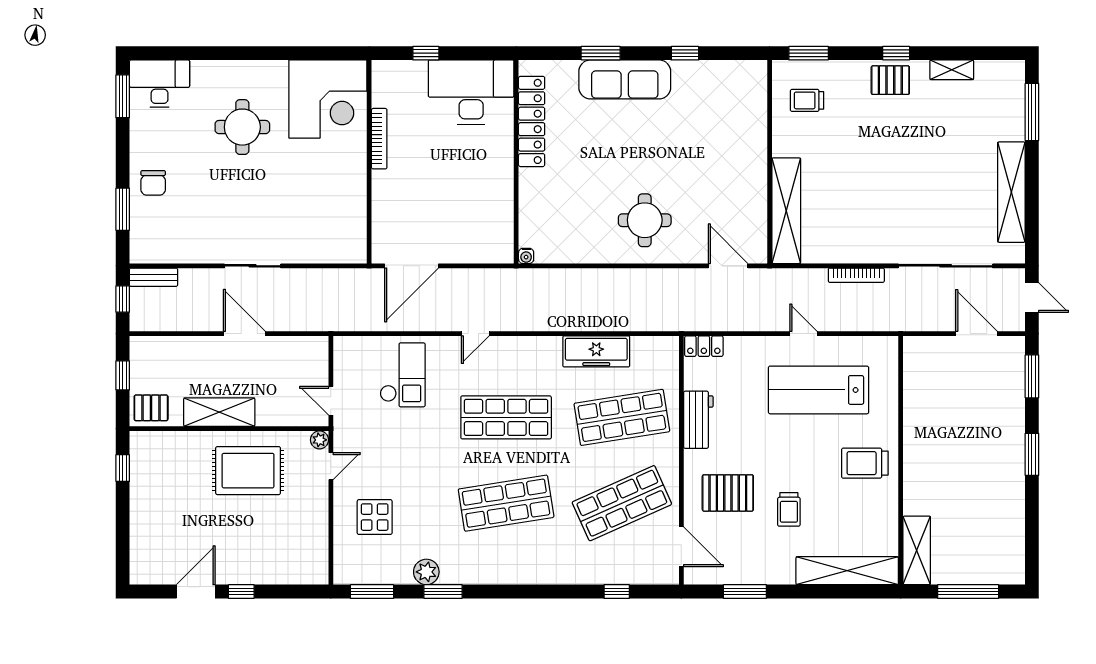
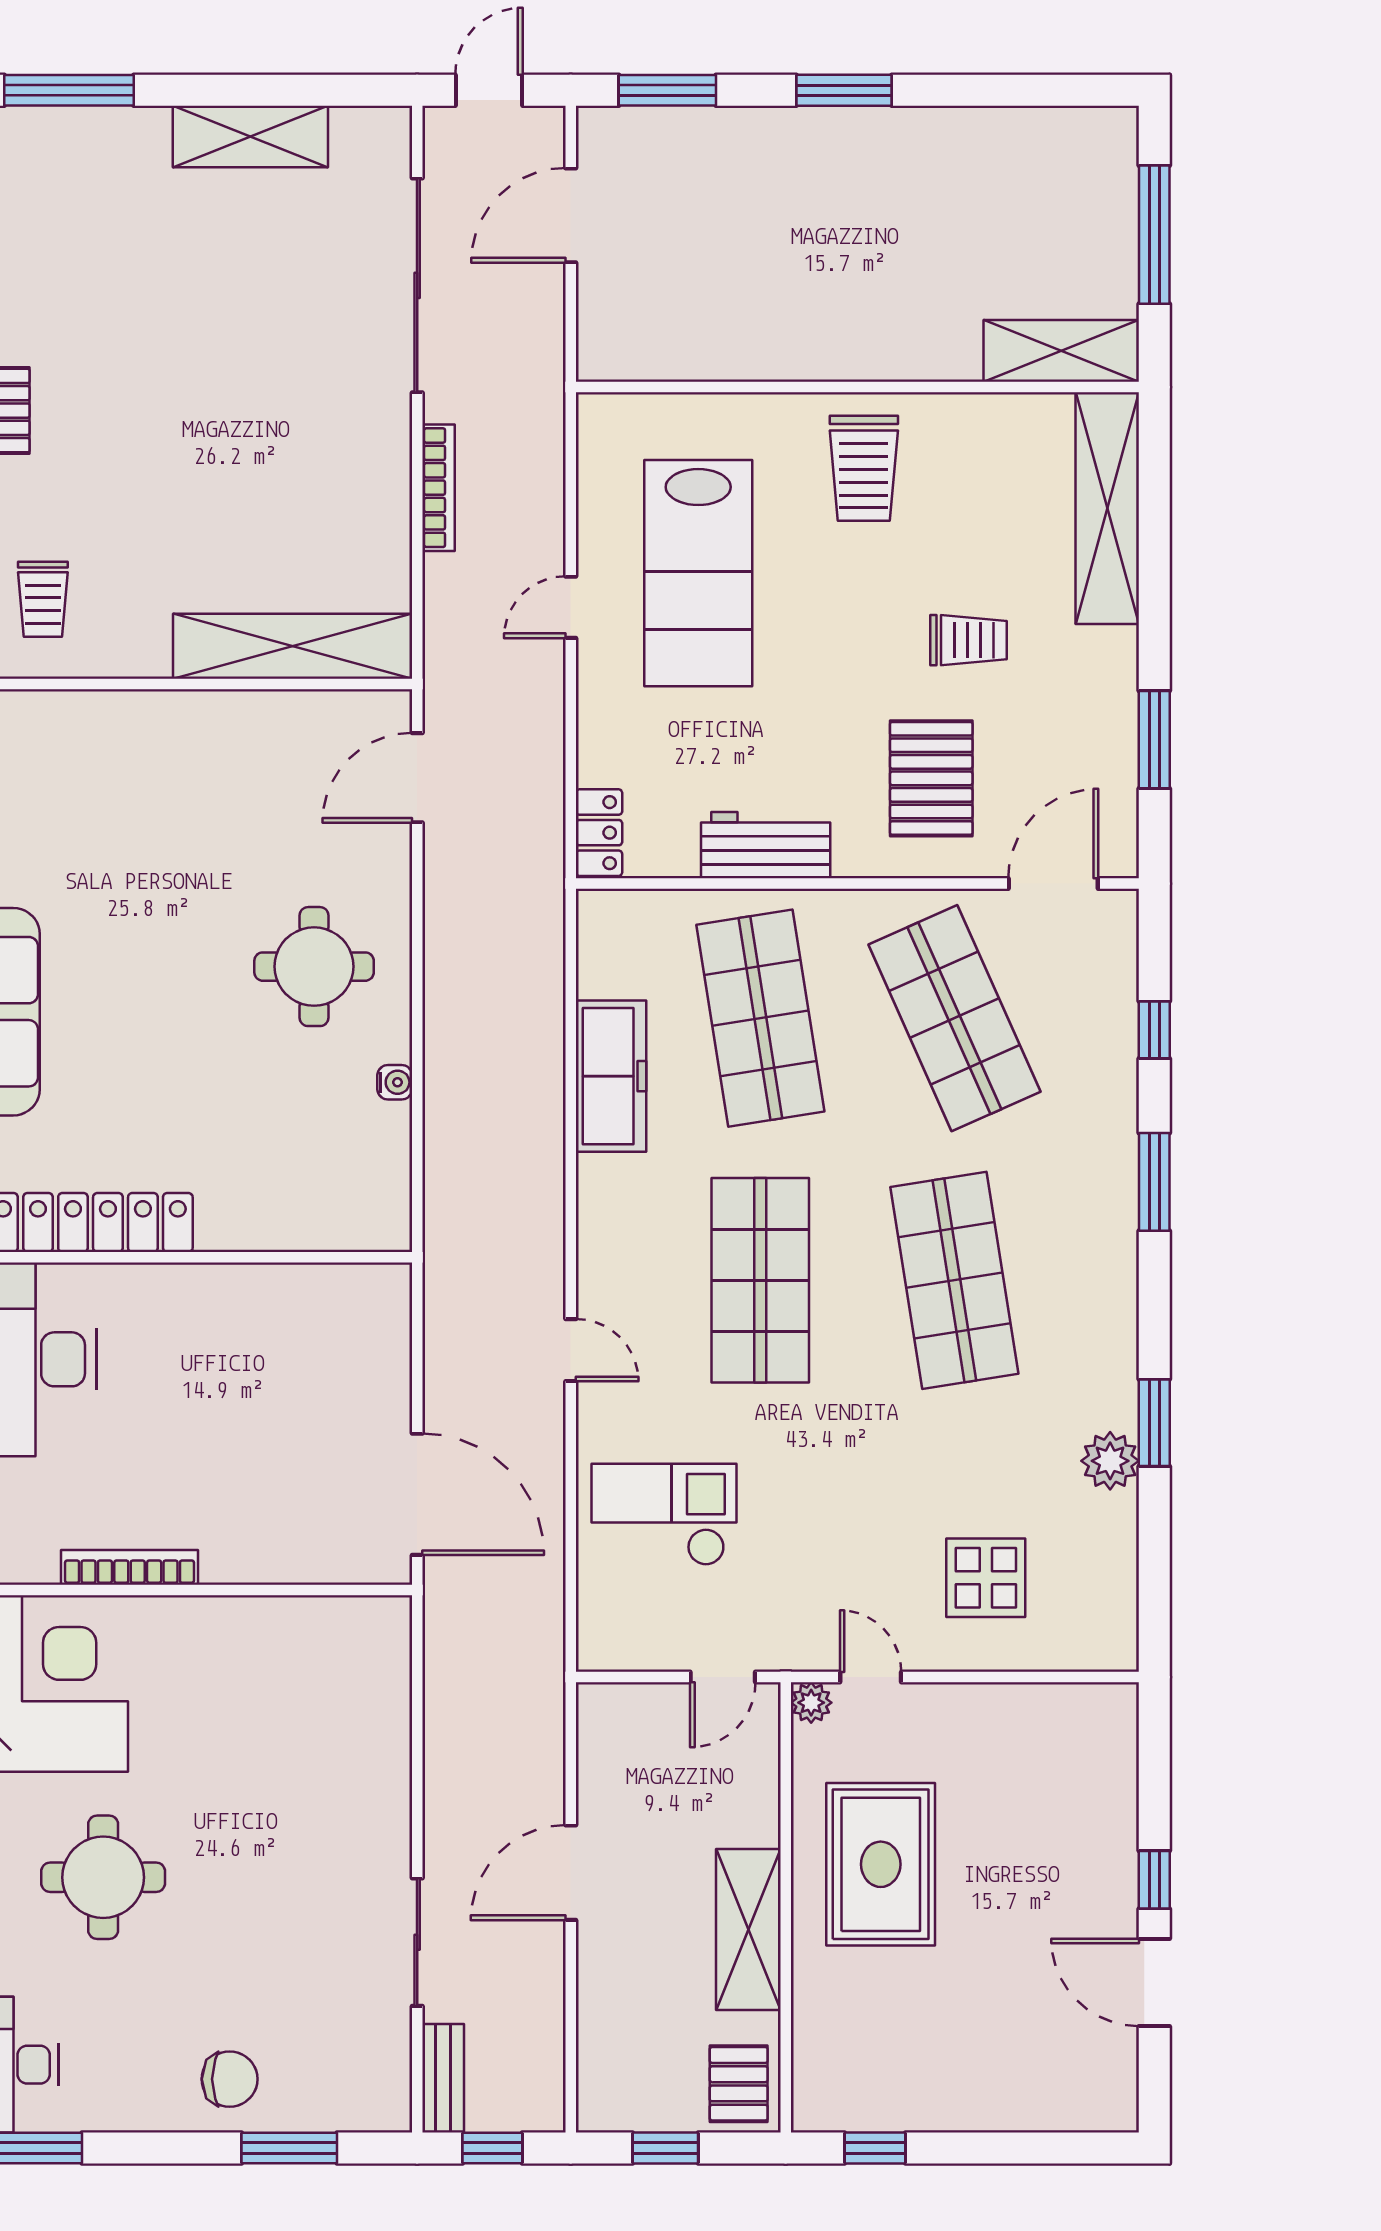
shelving: (1011, 192) -> (250, 136), width x0.68
water cooler: (526, 256) -> (395, 1082), moved
sliding door: (253, 266) -> (417, 1942), moved
window: (372, 591) -> (1154, 1182), moved

